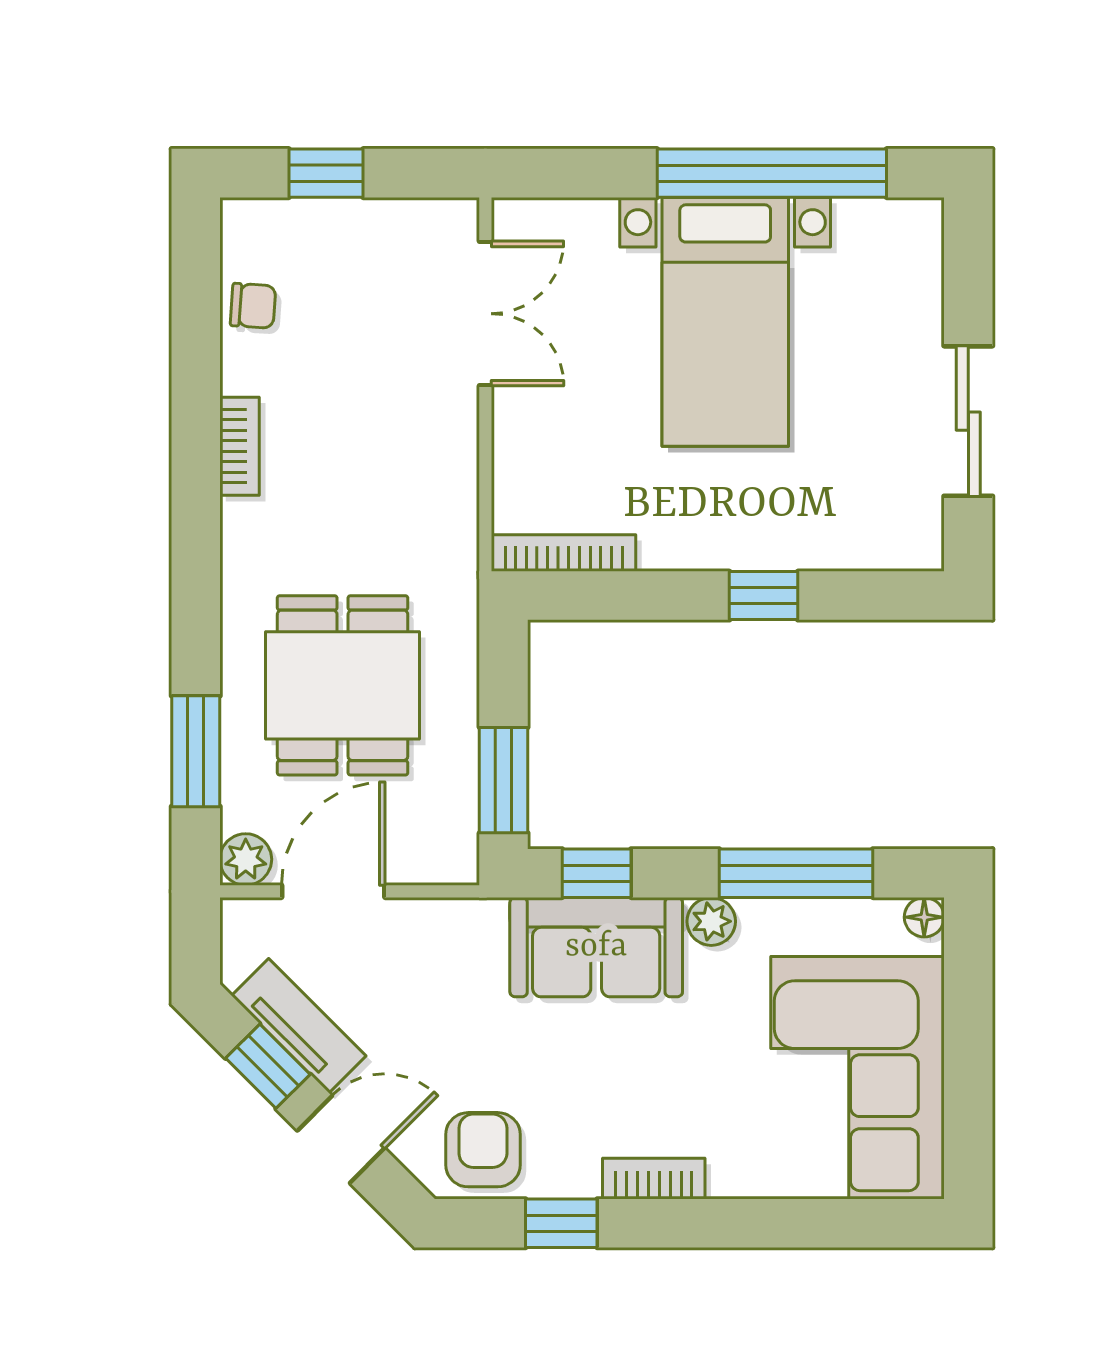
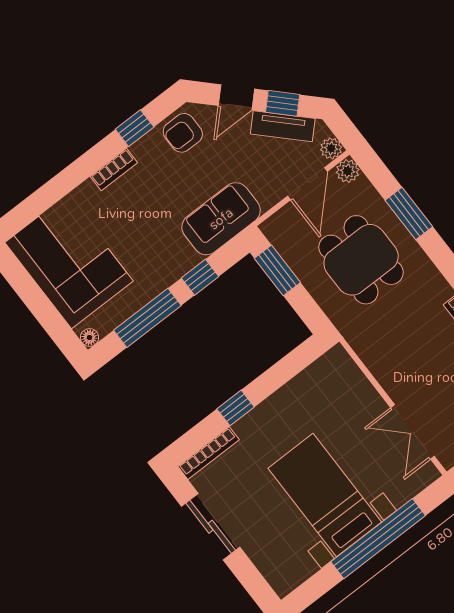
window: (772, 173) -> (378, 539), moved
bookcase: (564, 553) -> (209, 453), moved
window: (196, 751) -> (409, 213), moved
window: (597, 873) -> (200, 277), moved
plant: (711, 921) -> (331, 148), moved
sofa: (596, 947) -> (221, 219), moved
armchair: (483, 1150) -> (183, 133), turned 90

